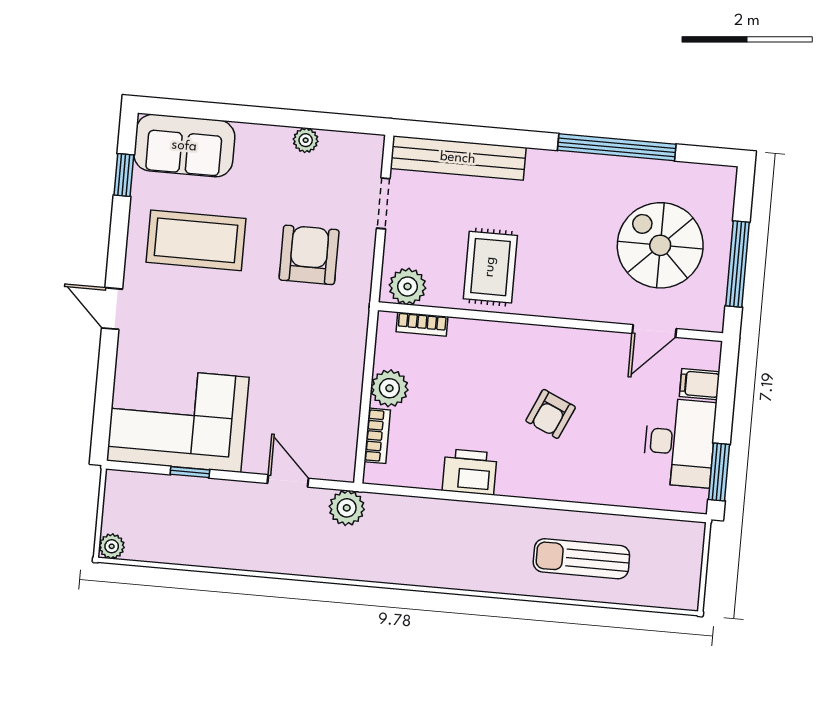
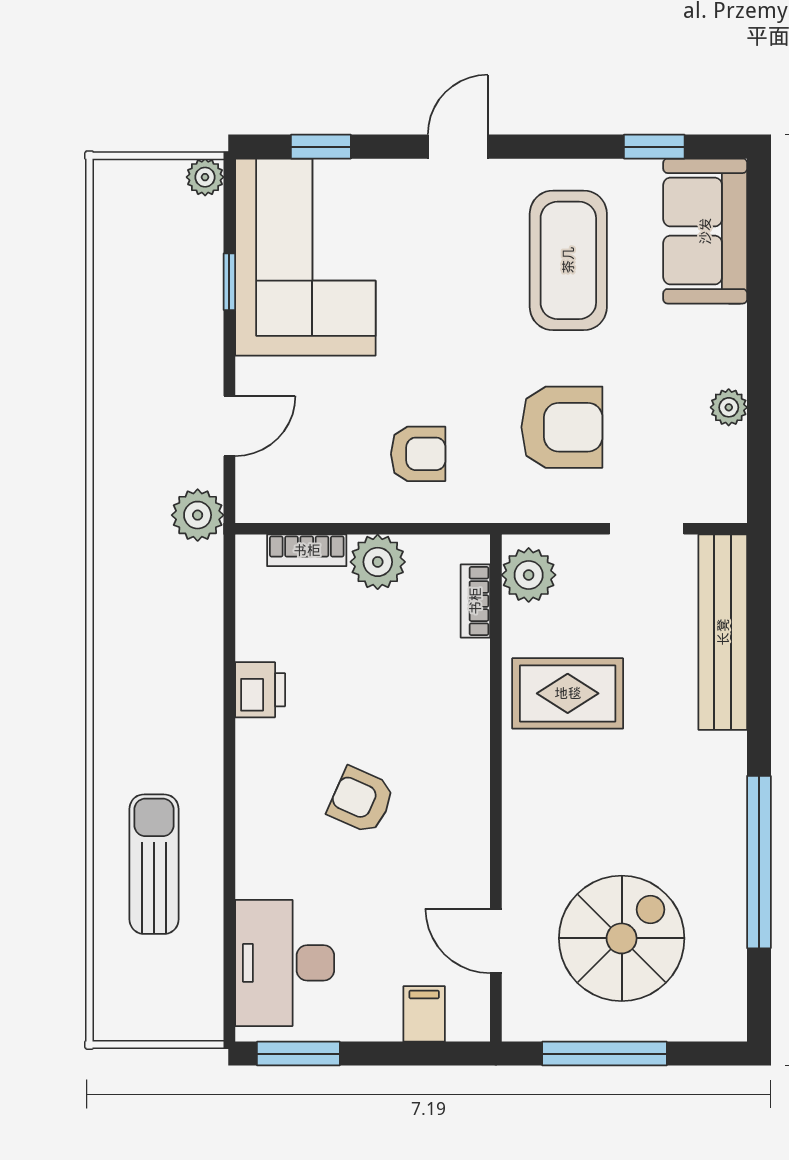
armchair: (318, 354) -> (418, 454), added
window: (104, 402) -> (321, 147), added
desk: (679, 442) -> (285, 963), moved, turned 90
printer: (470, 472) -> (260, 690), width x0.73, depth x0.81
plant: (112, 546) -> (205, 177), moved

